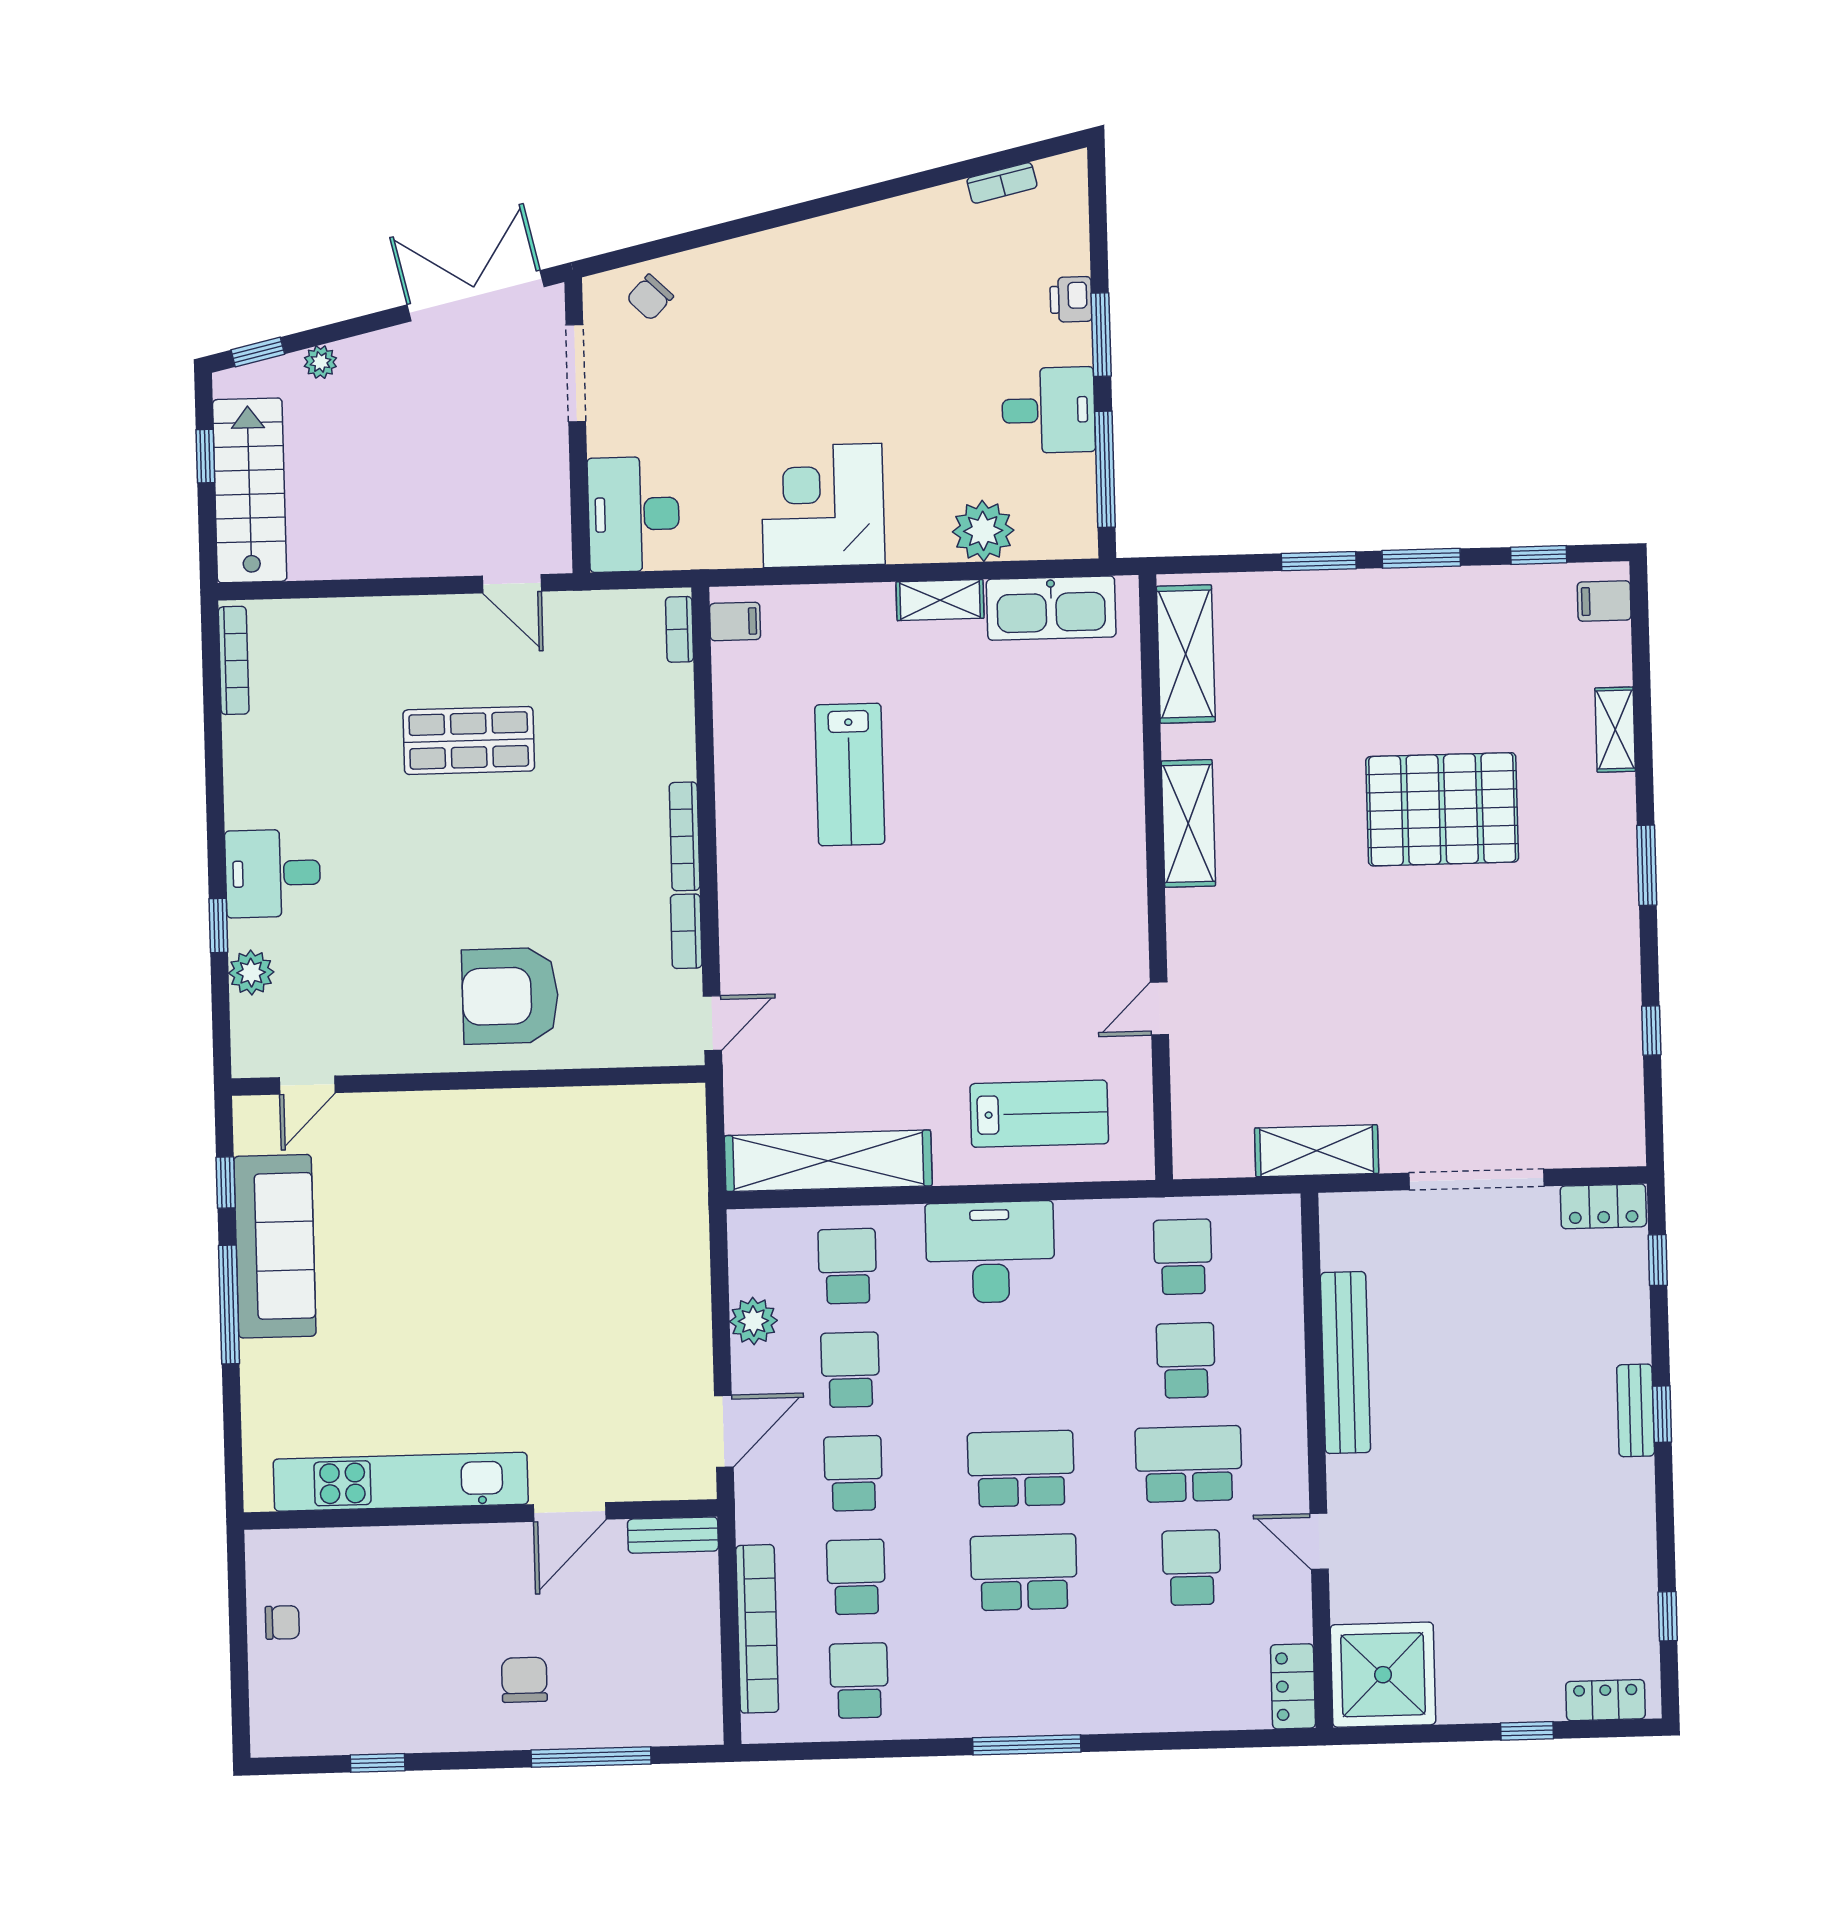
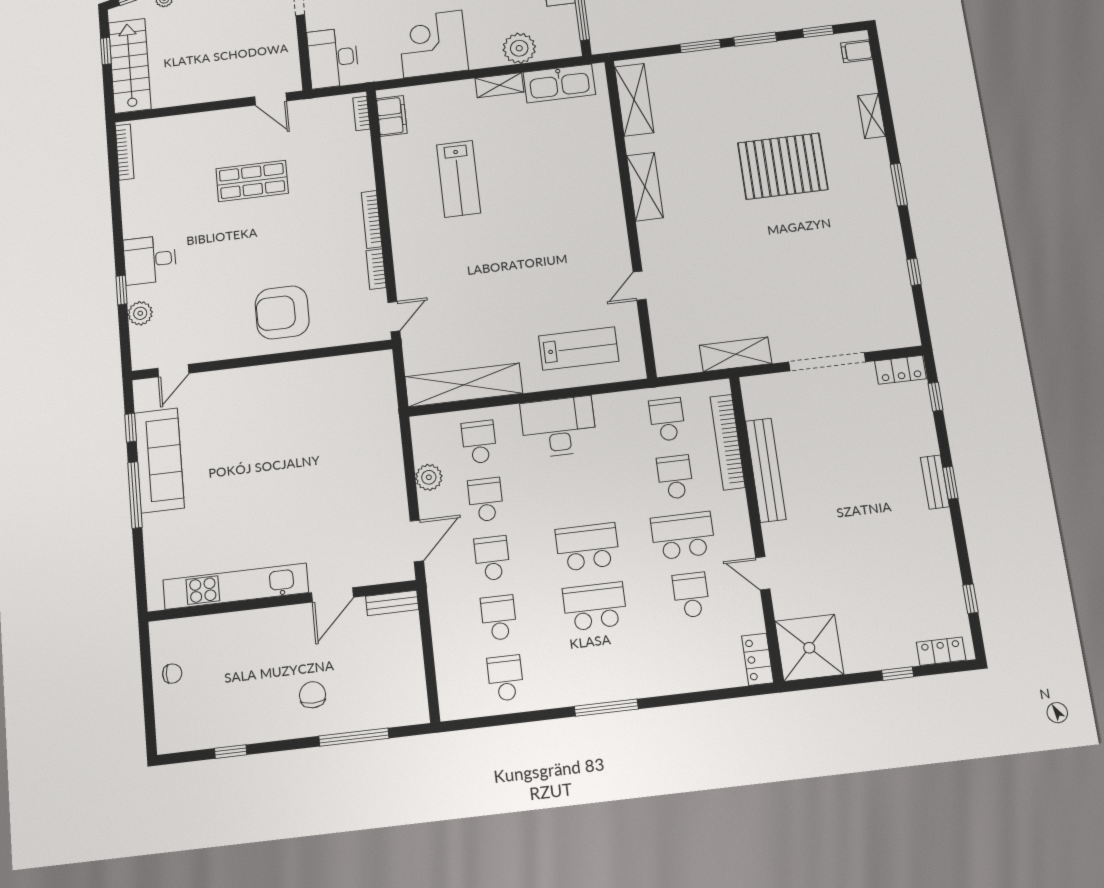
filing cabinet: (735, 621) -> (392, 116), width x2.00
bookcase: (757, 1629) -> (728, 442), moved, turned 180

